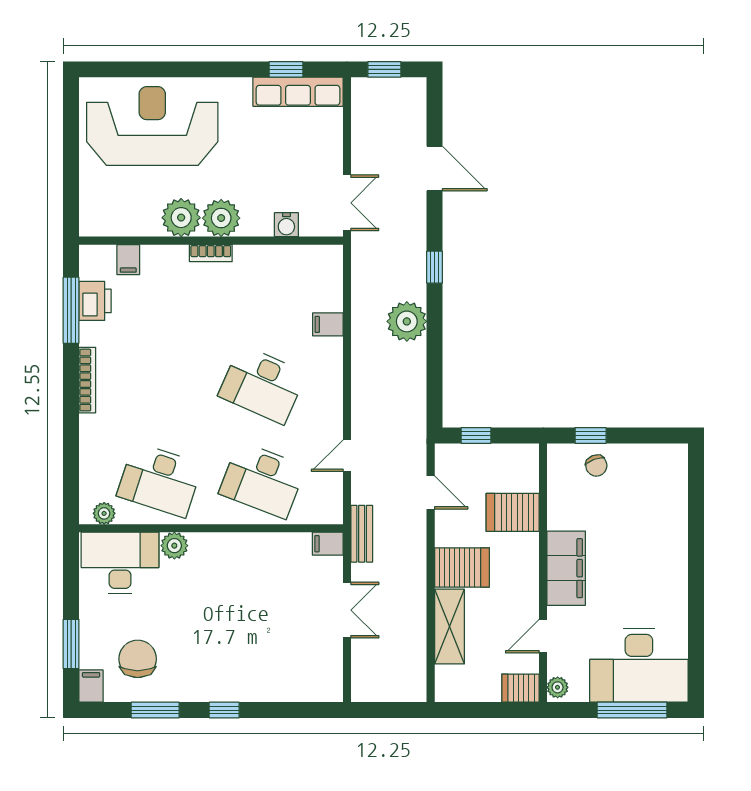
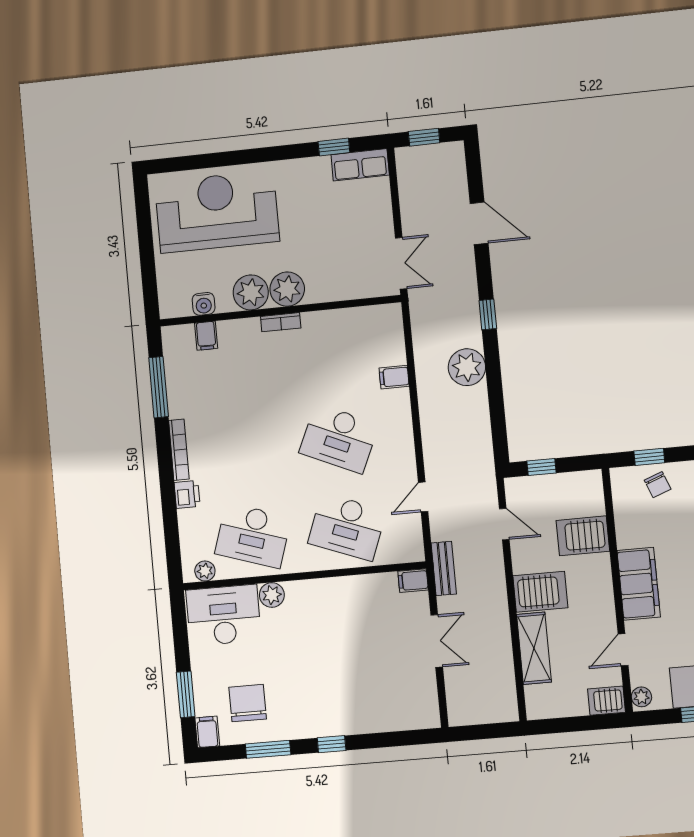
row of seats: (298, 92) -> (360, 165), width x0.68
water cooler: (286, 225) -> (204, 304), moved
printer: (95, 301) -> (187, 494), moved, width x0.73, depth x0.81

